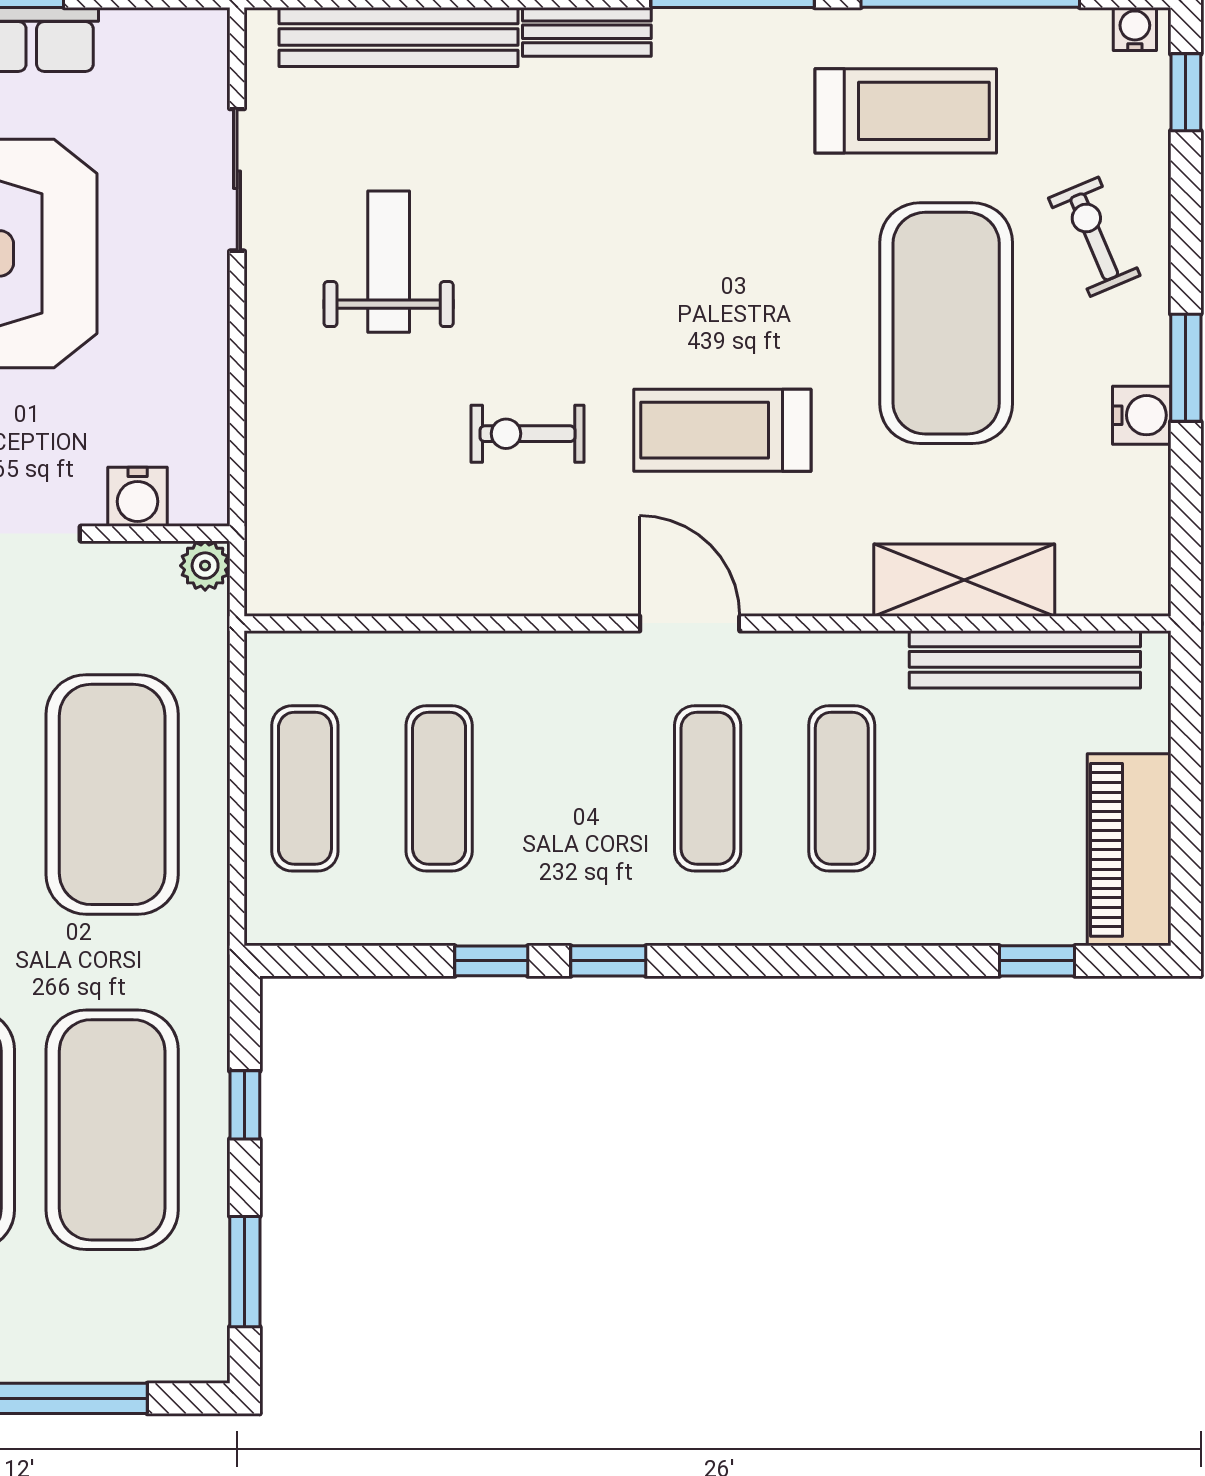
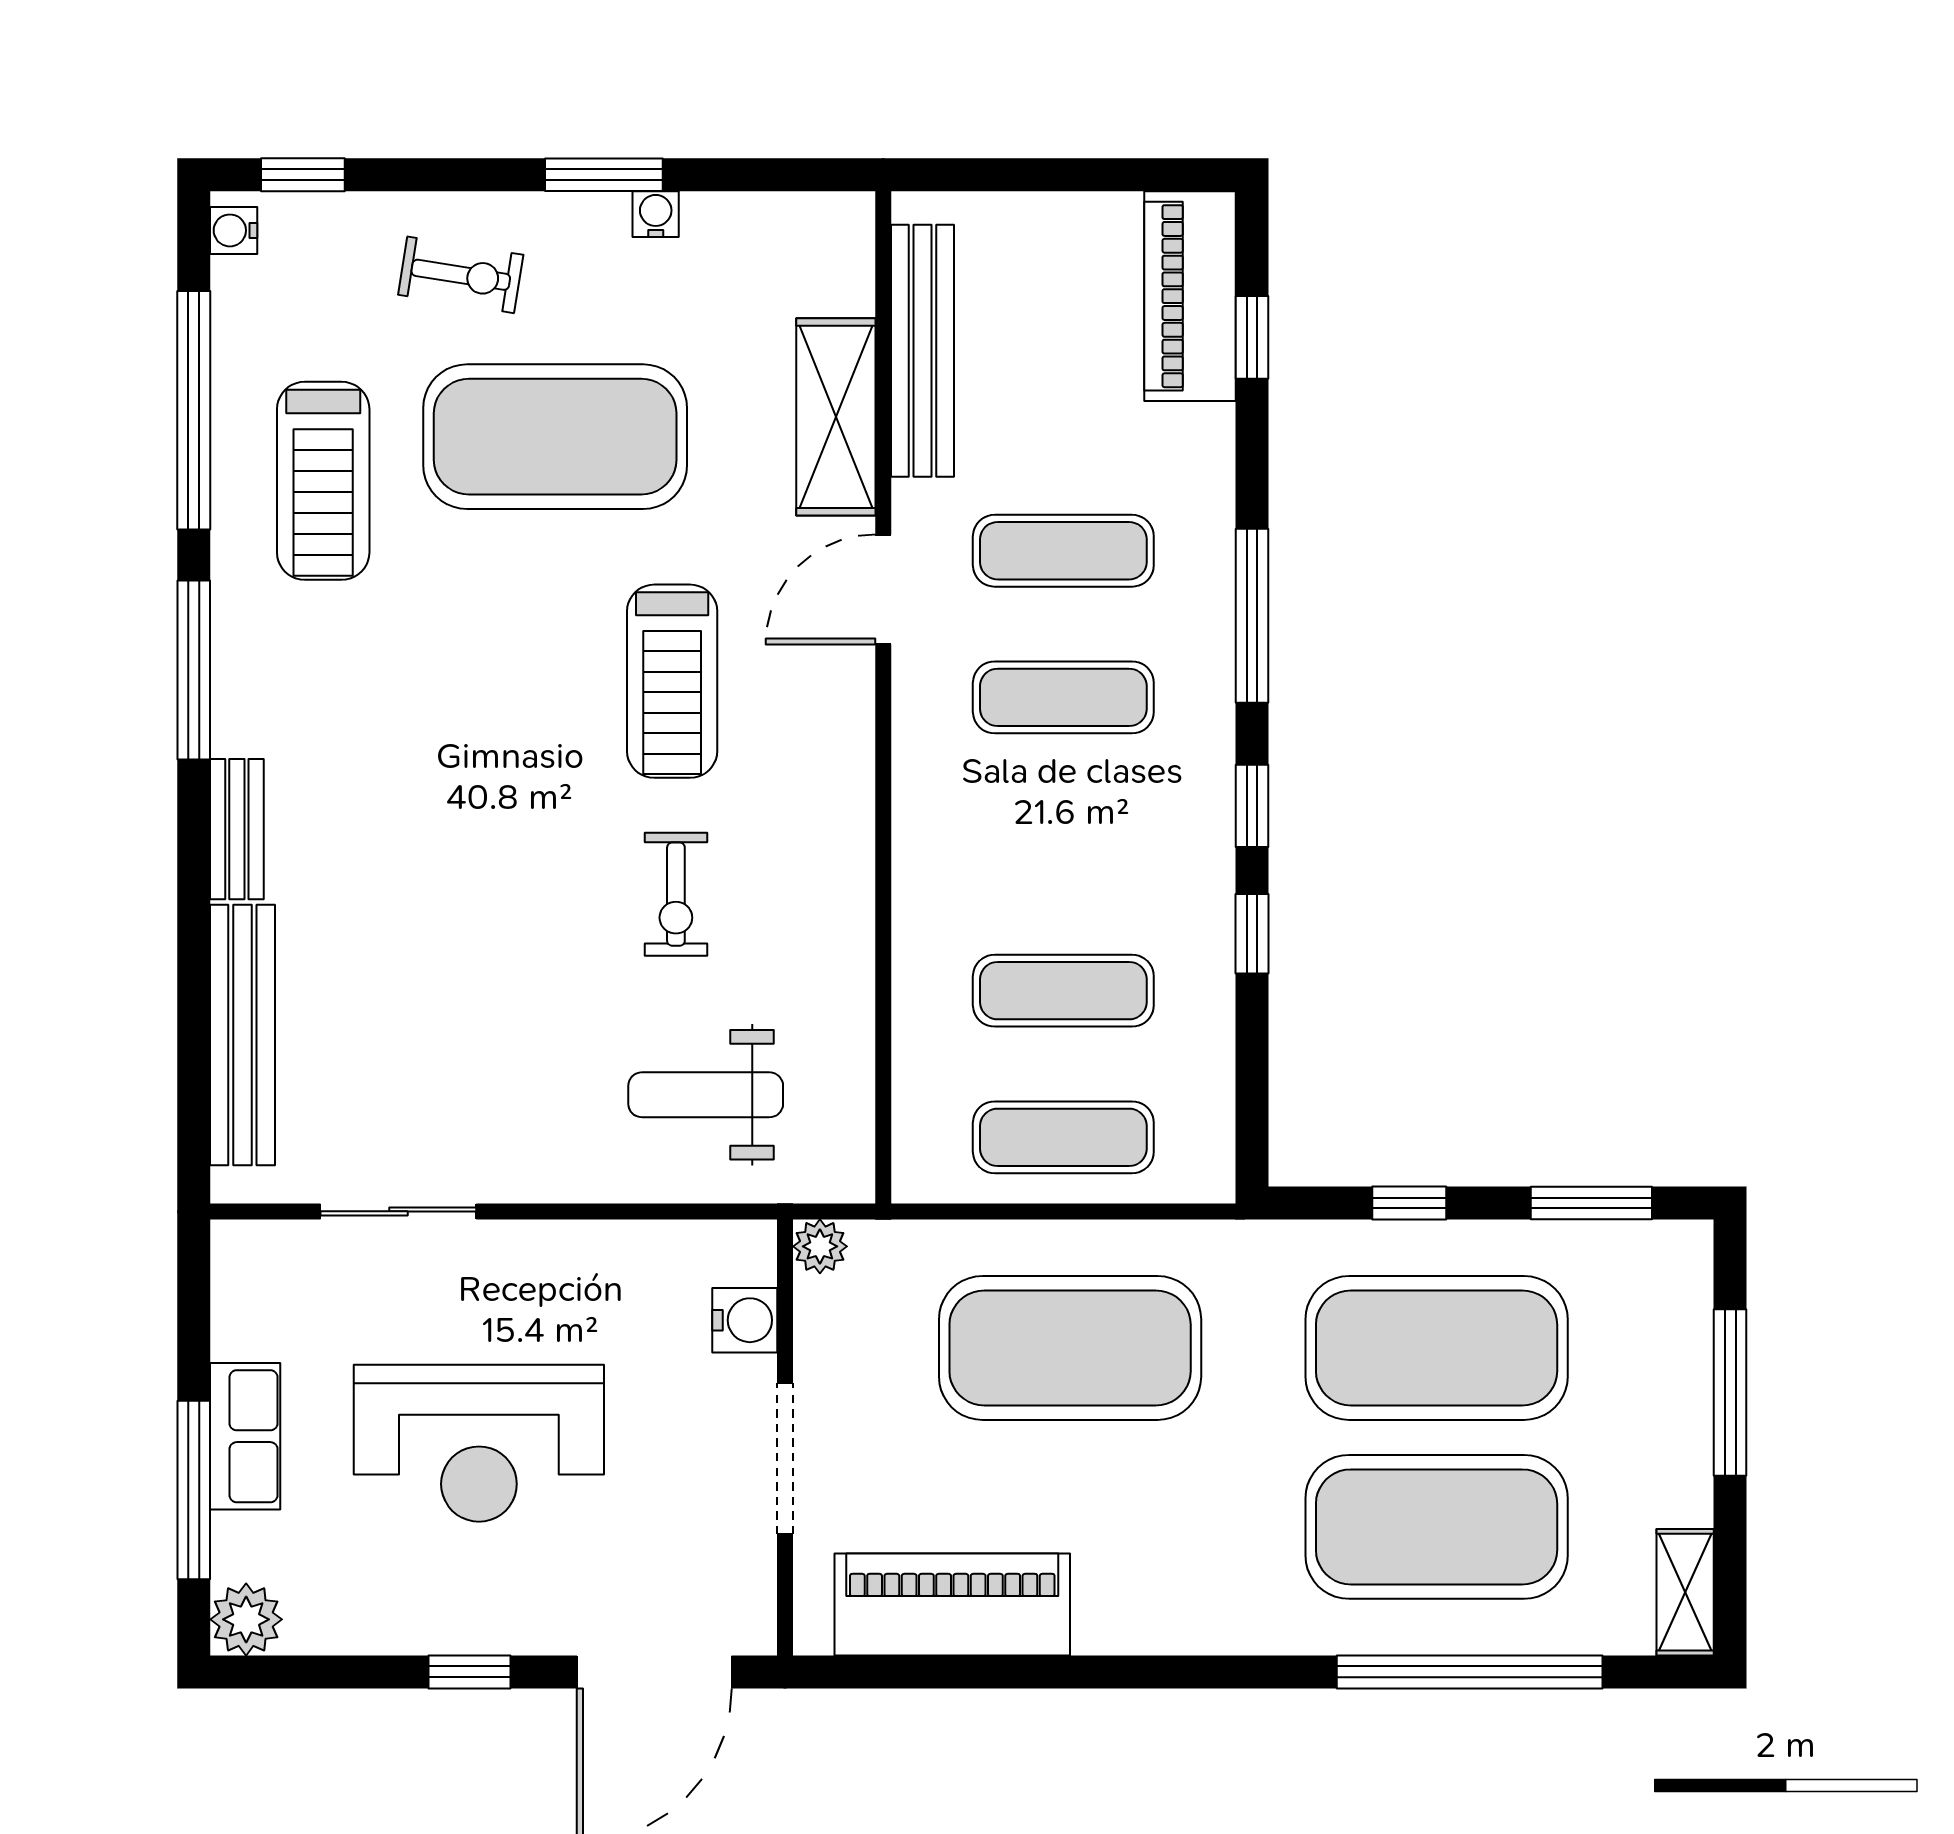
treadmill: (906, 111) -> (323, 481), turned 180
exercise bike: (1094, 237) -> (461, 275), turned -148
weight bench: (389, 262) -> (706, 1095), moved
water cooler: (1142, 415) -> (656, 214), width x0.72, depth x0.72
door: (690, 623) -> (883, 589), moved
piano: (1129, 850) -> (1190, 296), moved, turned 90
window: (782, 961) -> (1252, 616), added

